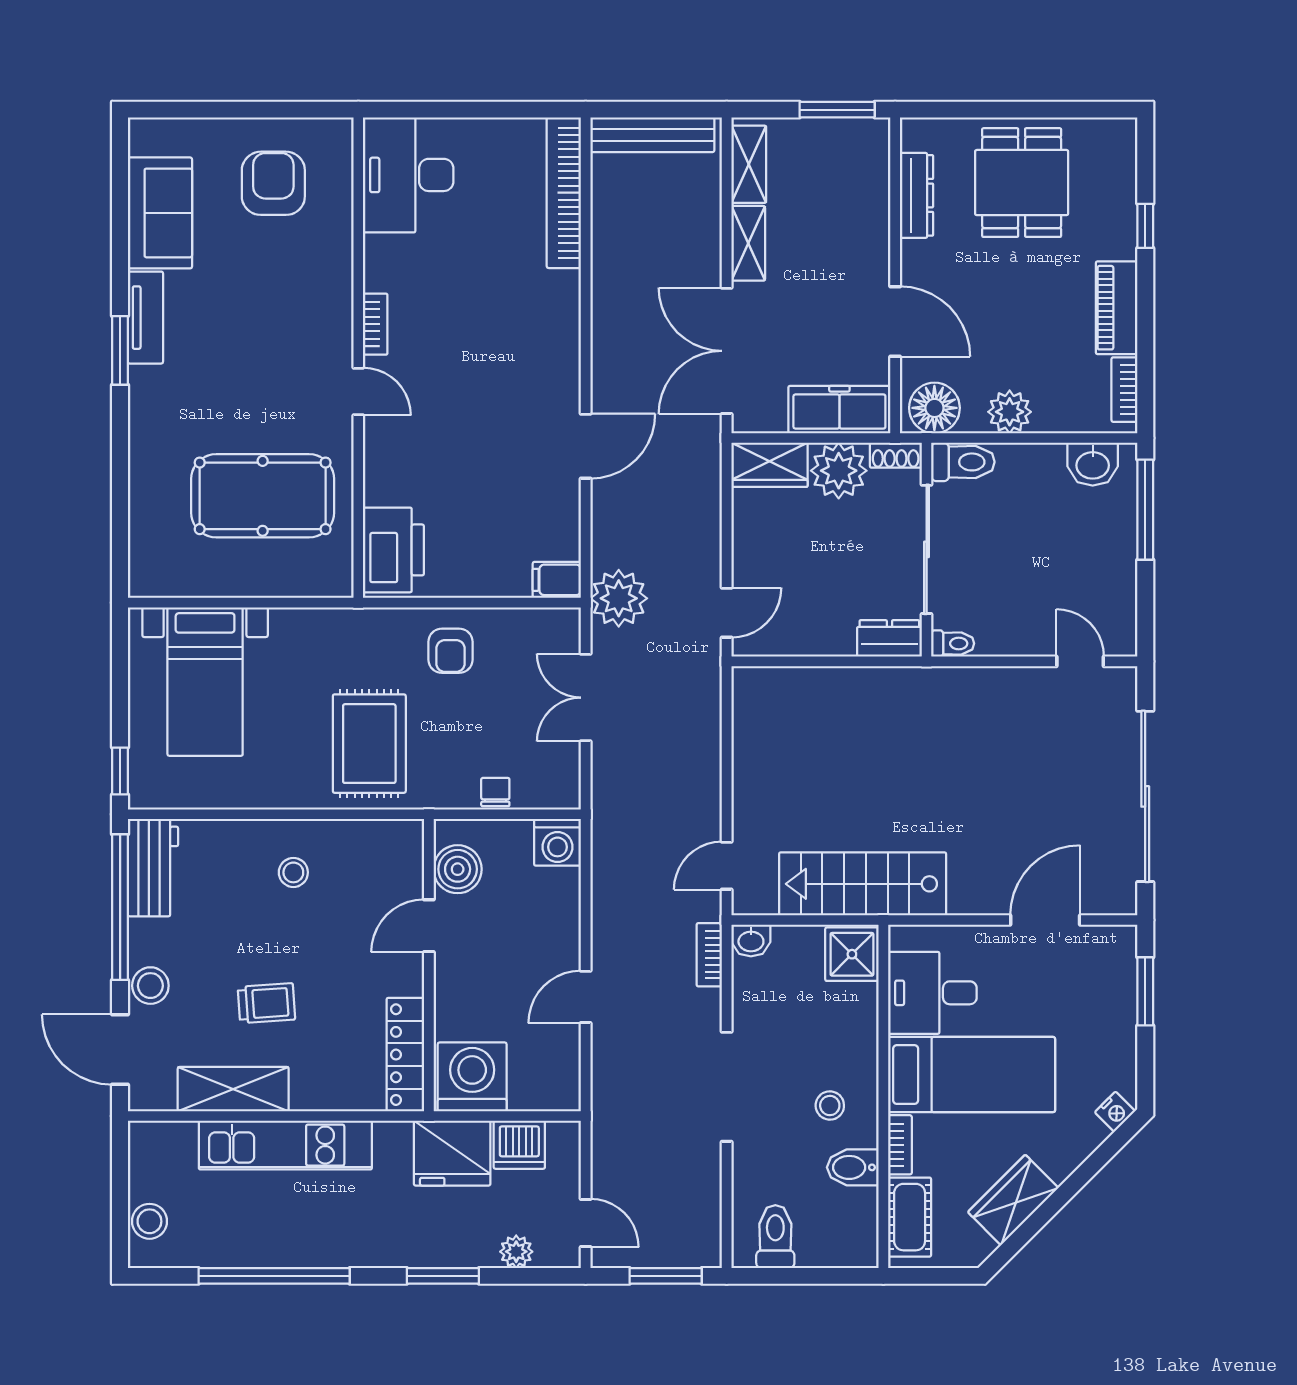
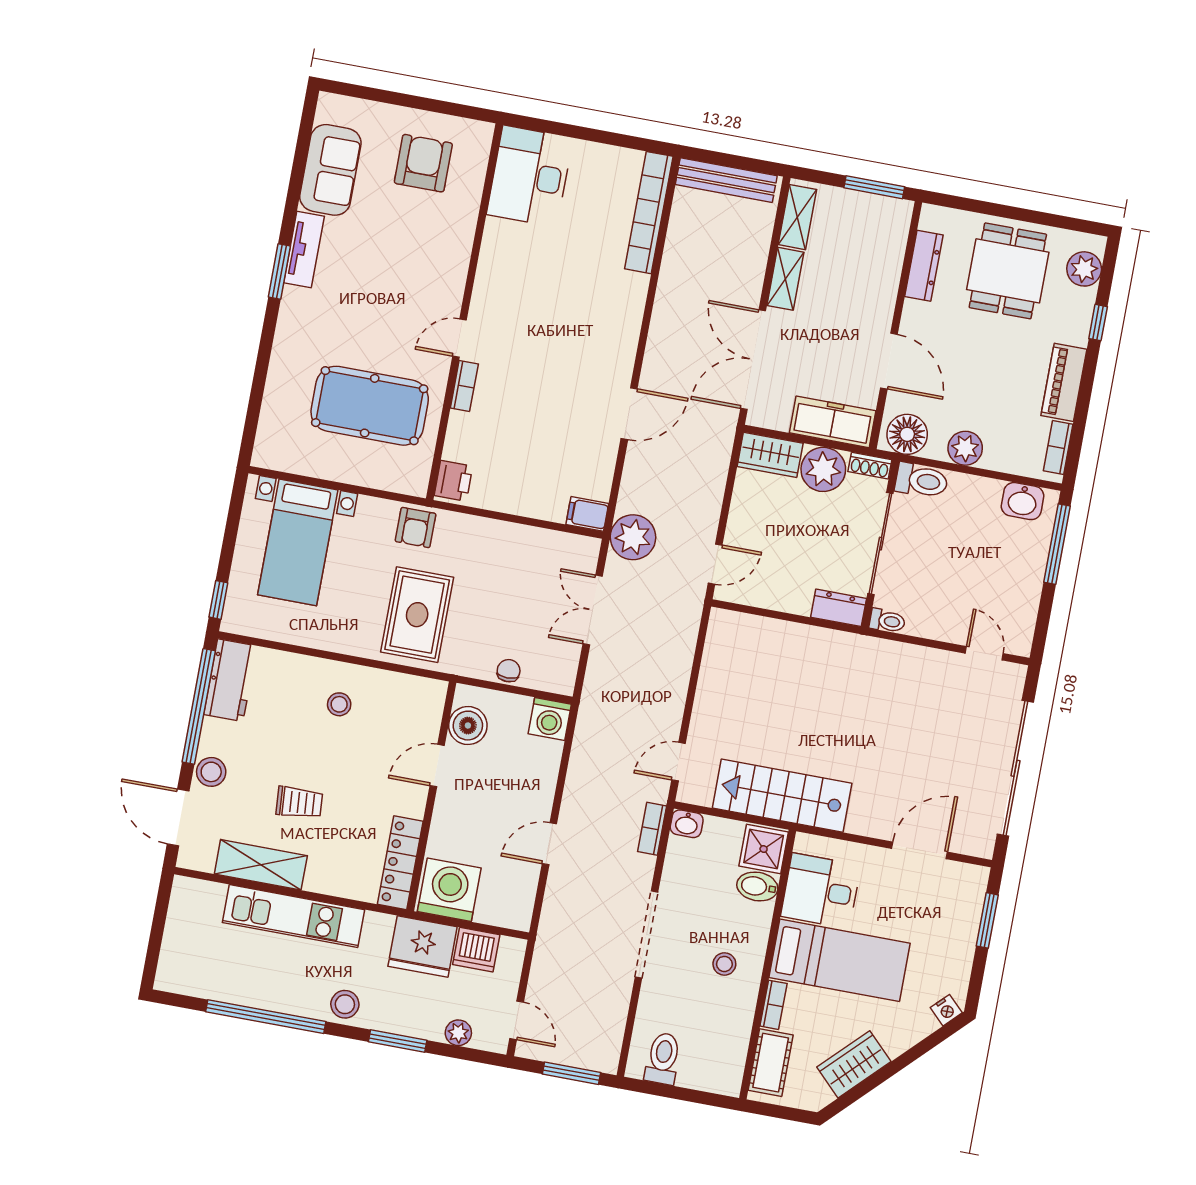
plant: (1116, 163) -> (1084, 269), added
bookcase: (375, 324) -> (464, 386), moved
door: (358, 392) -> (459, 338), swing flipped
printer: (393, 550) -> (453, 481), width x0.53, depth x0.68
armchair: (451, 651) -> (416, 527), moved
bidet: (853, 1167) -> (757, 886), moved
stool: (149, 1221) -> (345, 1004), moved

